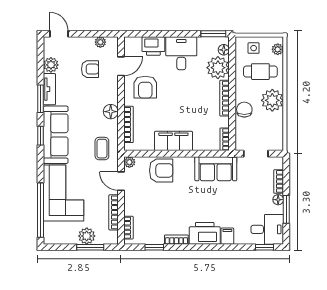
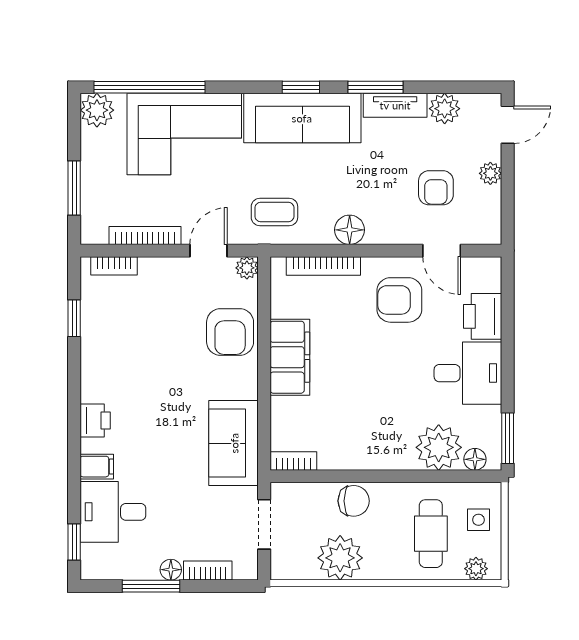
plant: (100, 42) -> (490, 173), moved
bookcase: (225, 98) -> (377, 461), removed
plant: (272, 100) -> (340, 558), moved
desk: (267, 229) -> (113, 512), moved, turned 90
printer: (205, 233) -> (95, 421), width x0.53, depth x0.68
plant: (87, 236) -> (97, 110), moved
bookcase: (176, 240) -> (90, 363), removed

